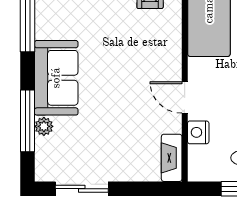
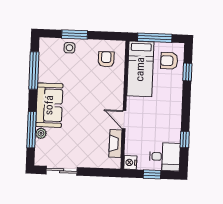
nightstand: (198, 132) -> (130, 163), moved
fireplace: (172, 158) -> (115, 144), moved

